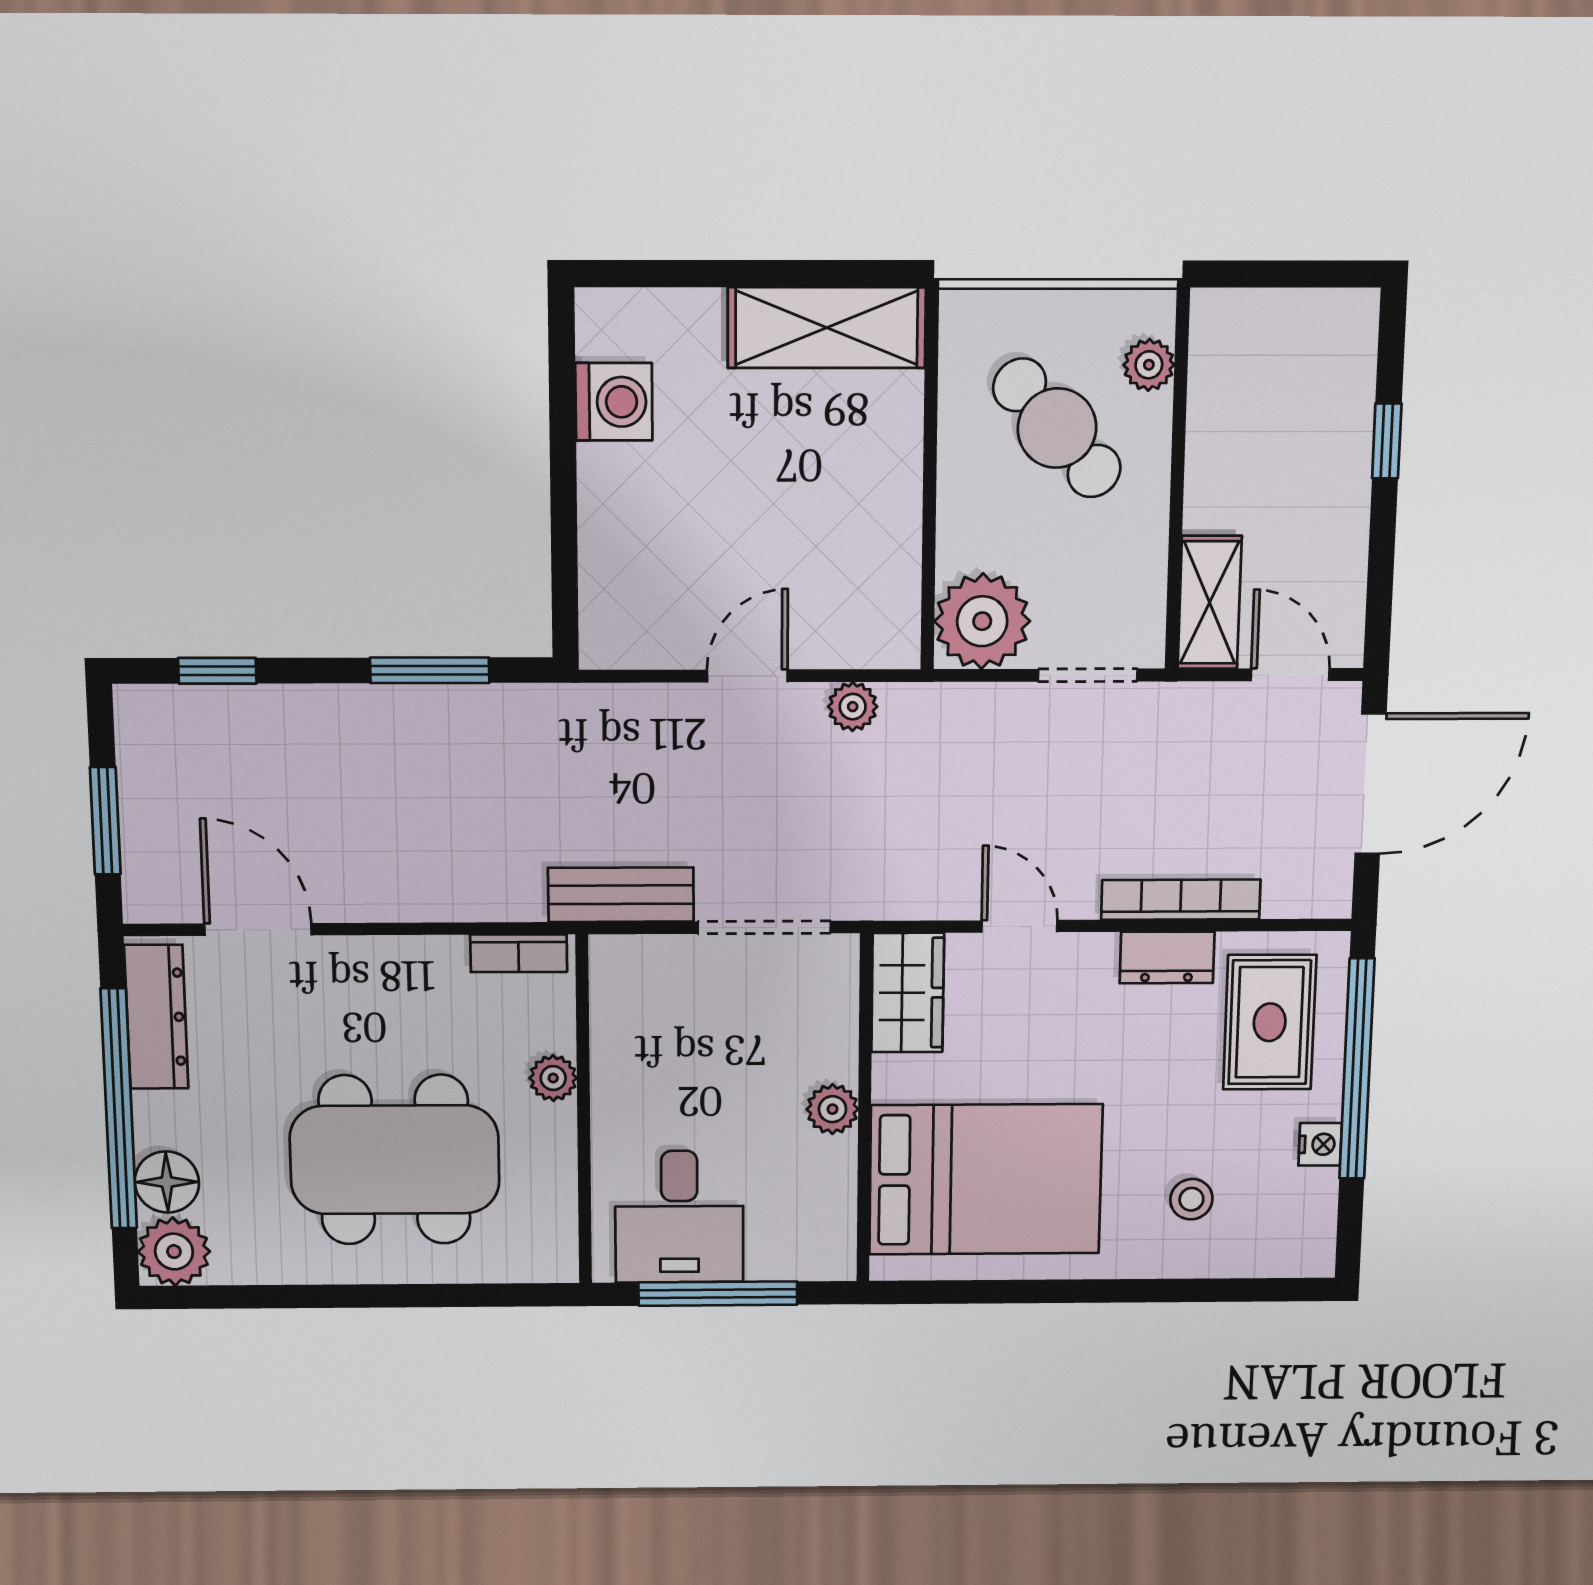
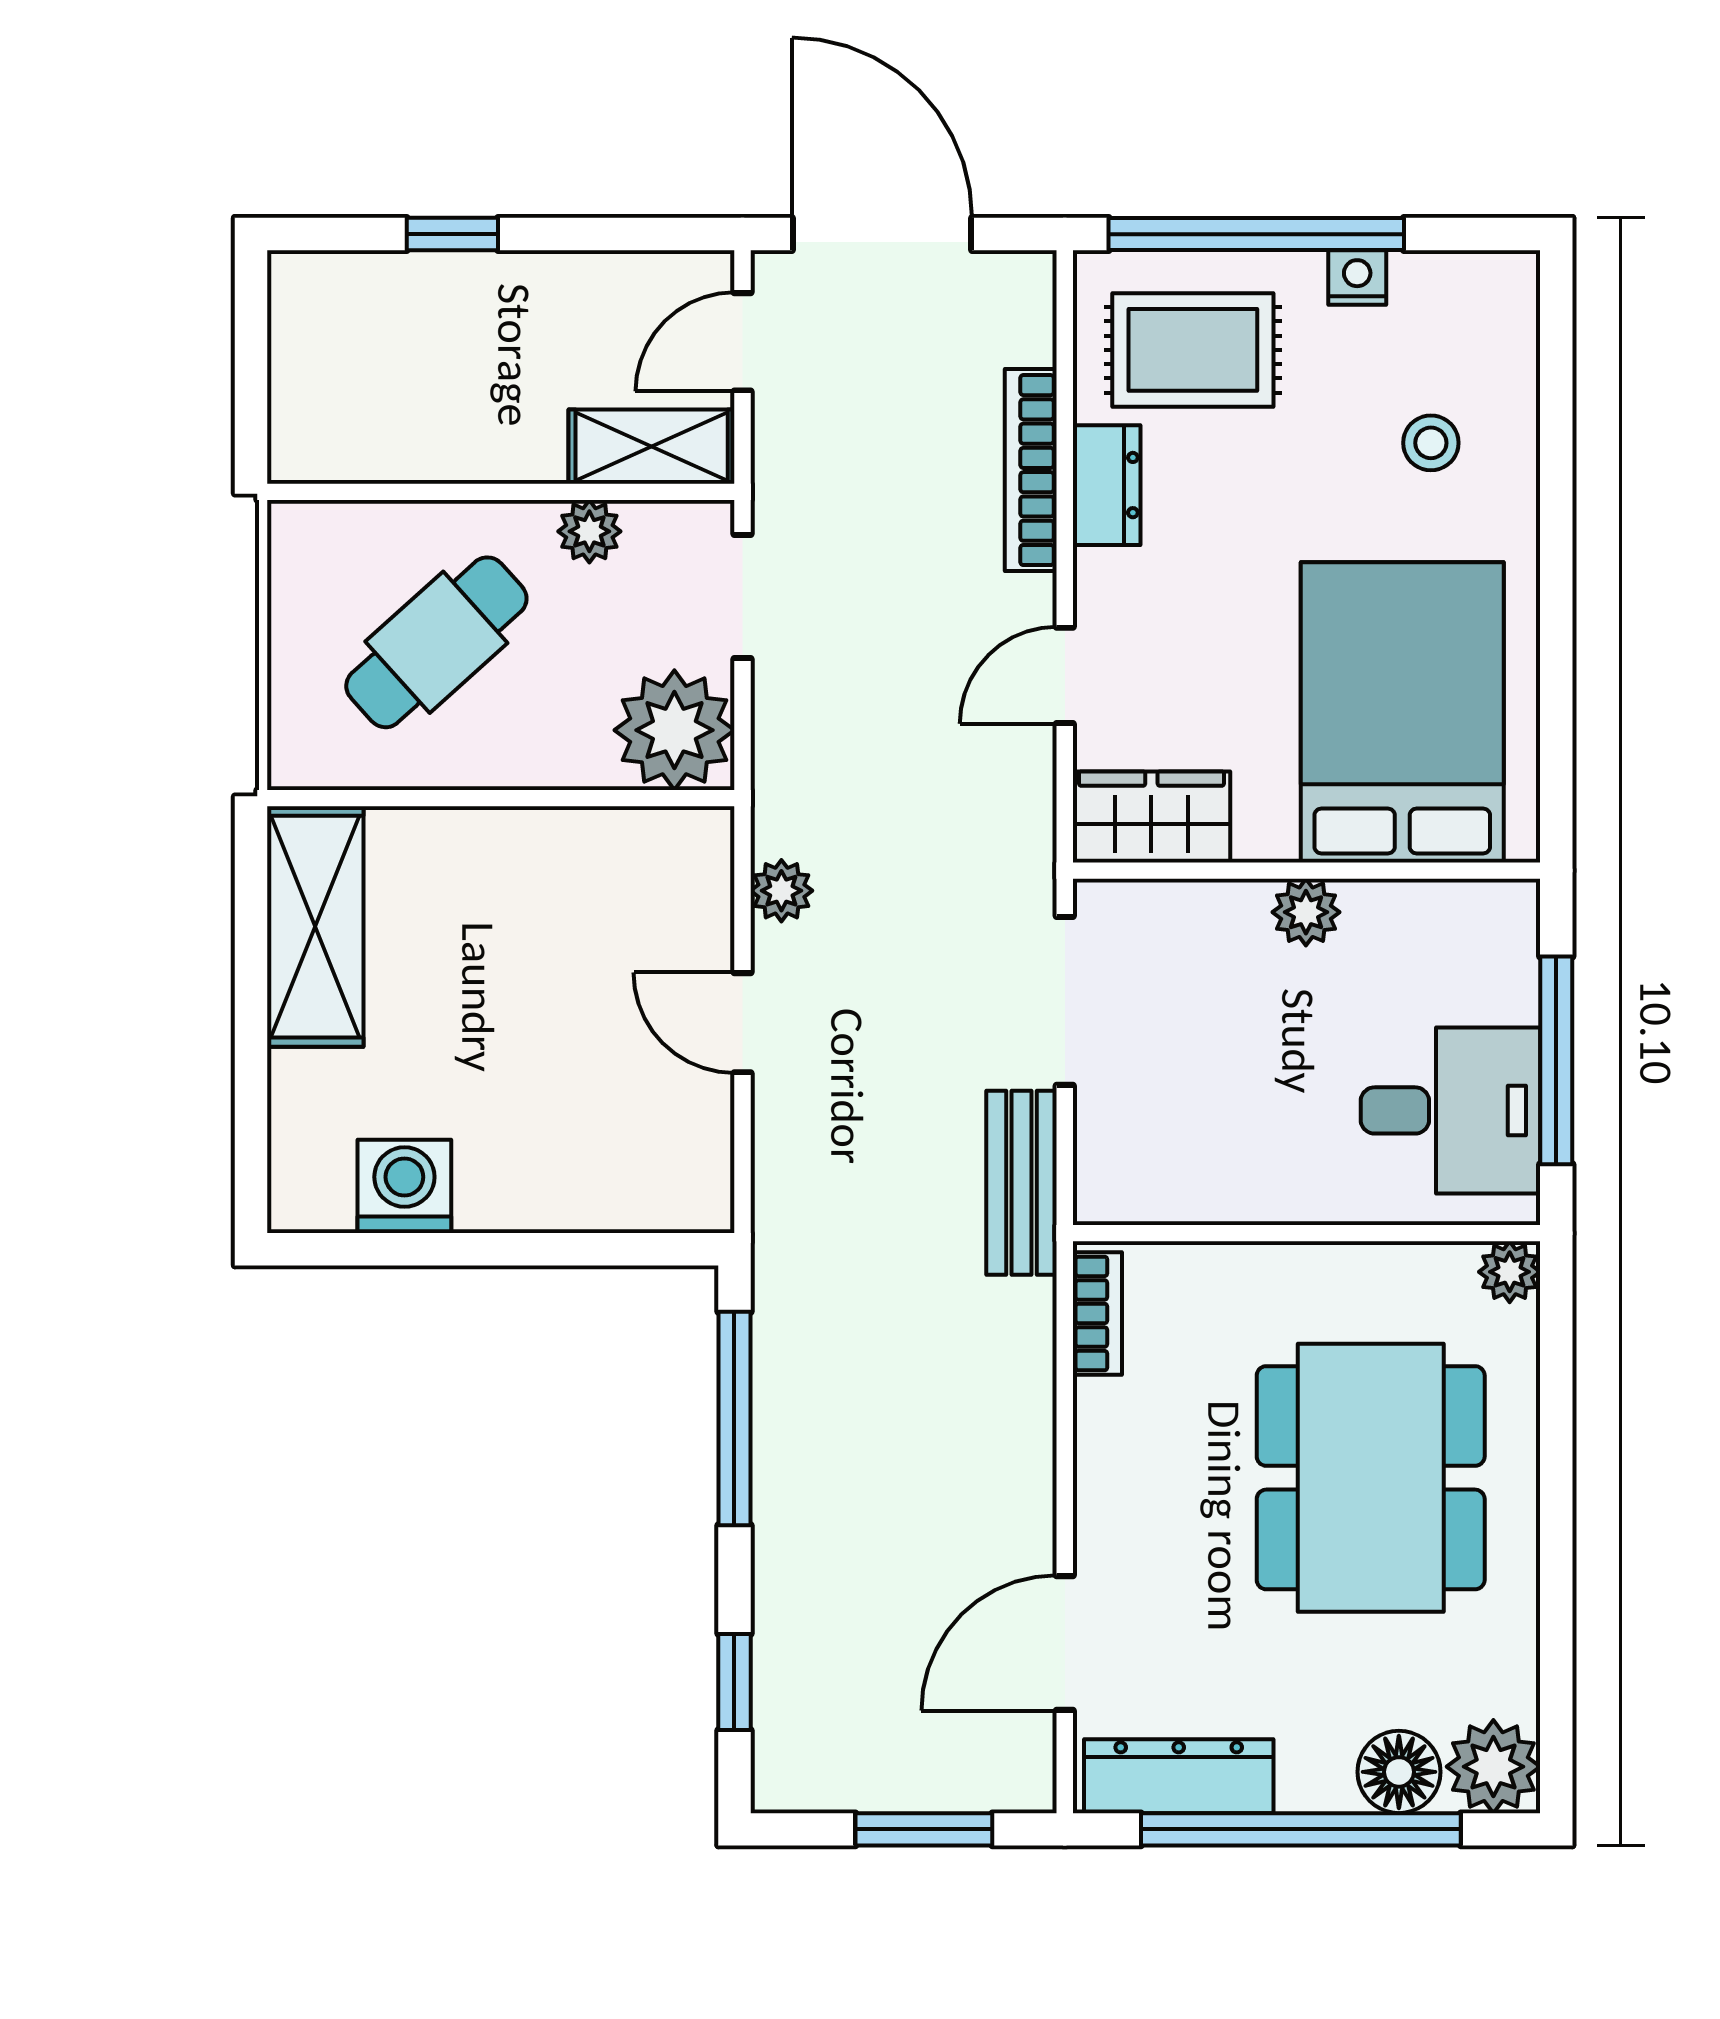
plant: (1149, 365) -> (589, 531), moved
window: (430, 670) -> (734, 1418), width x1.44
plant: (553, 1078) -> (1510, 1272), moved

